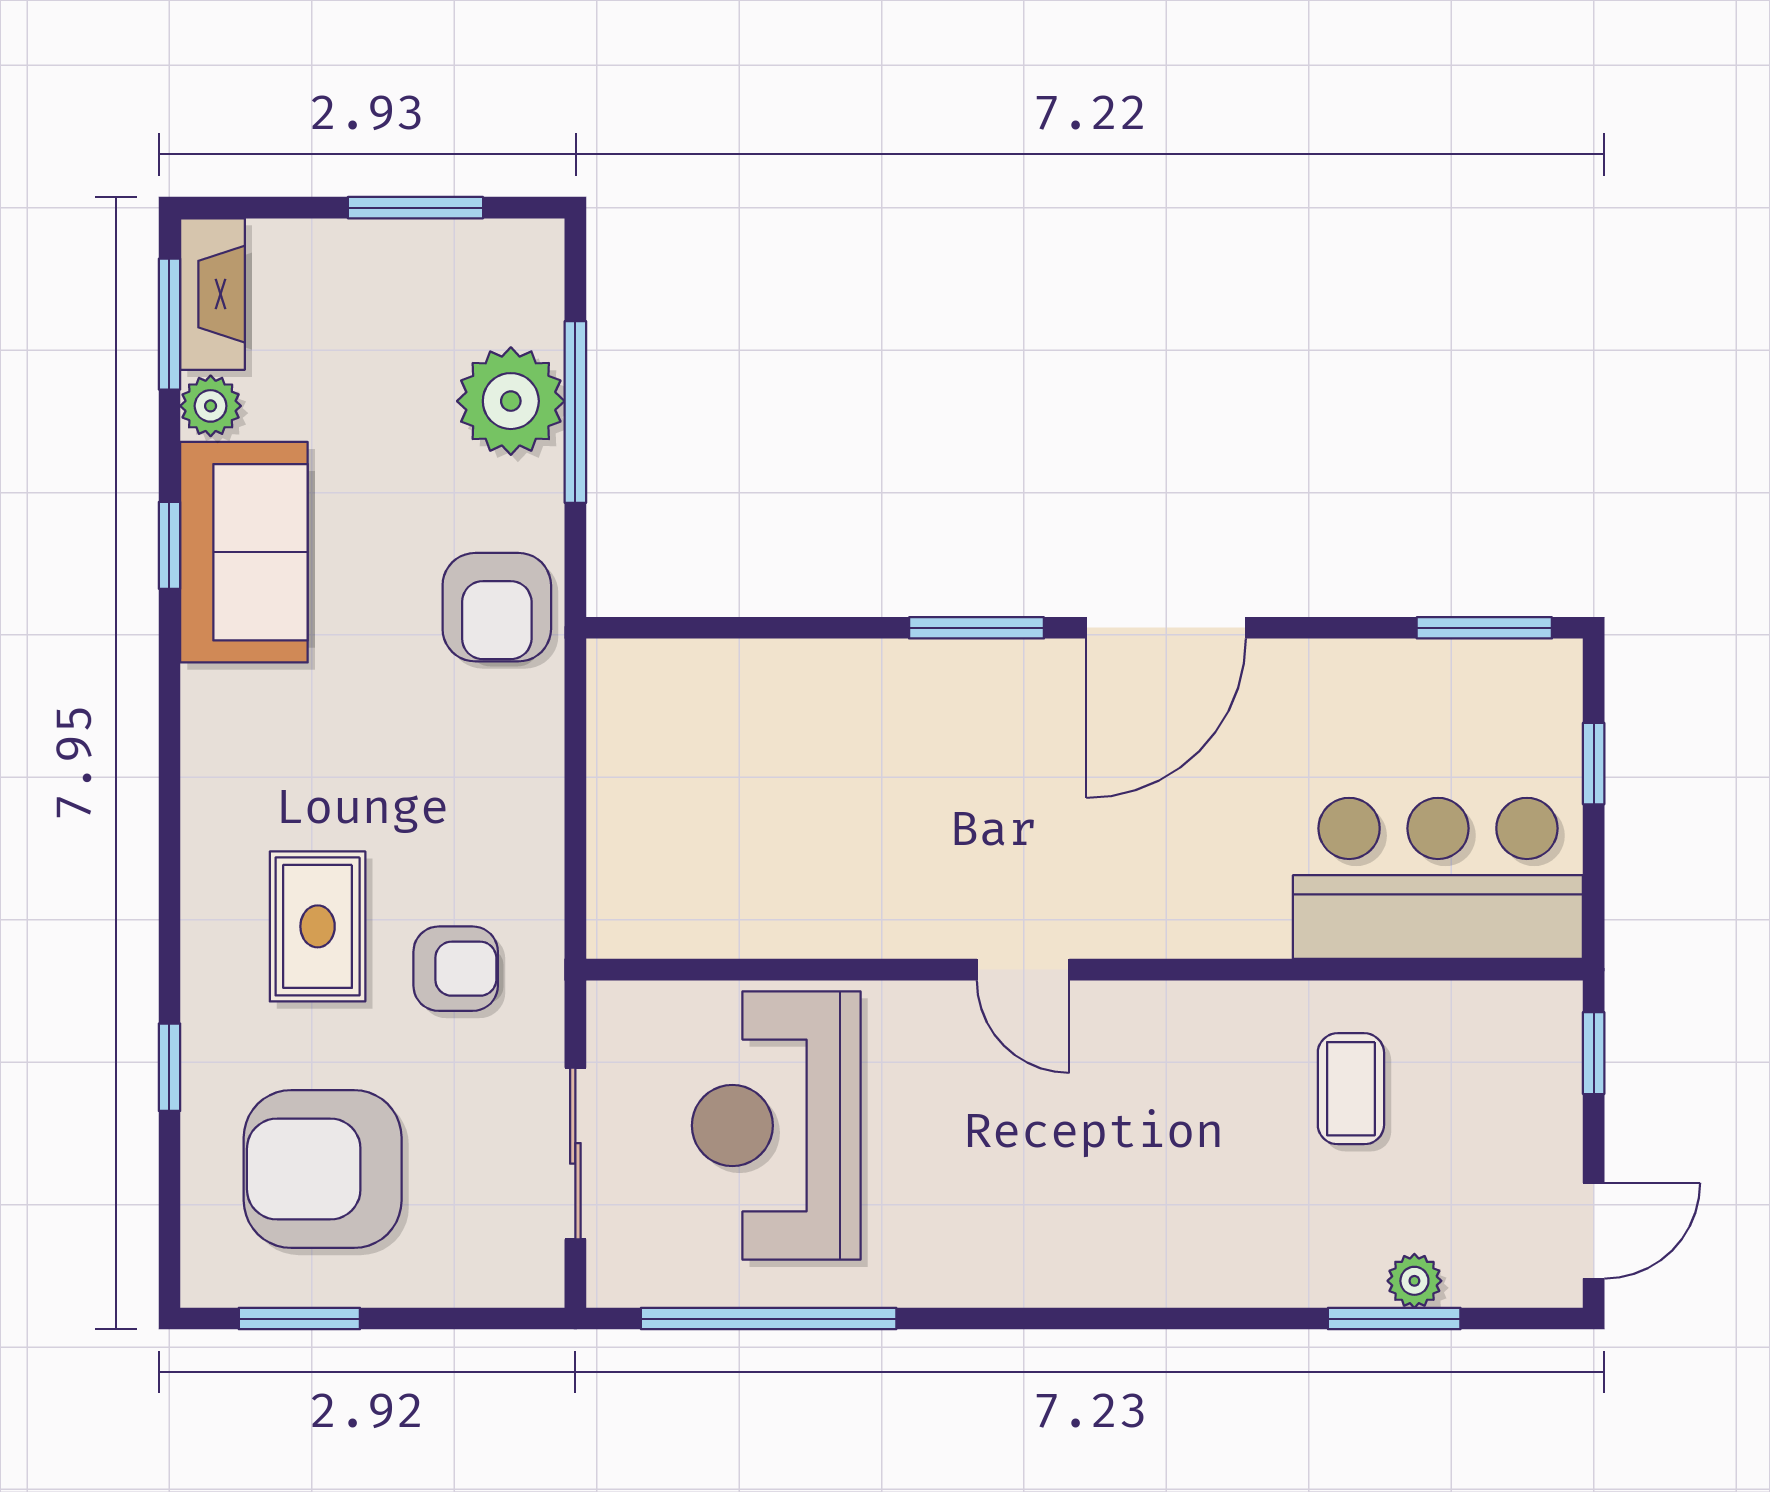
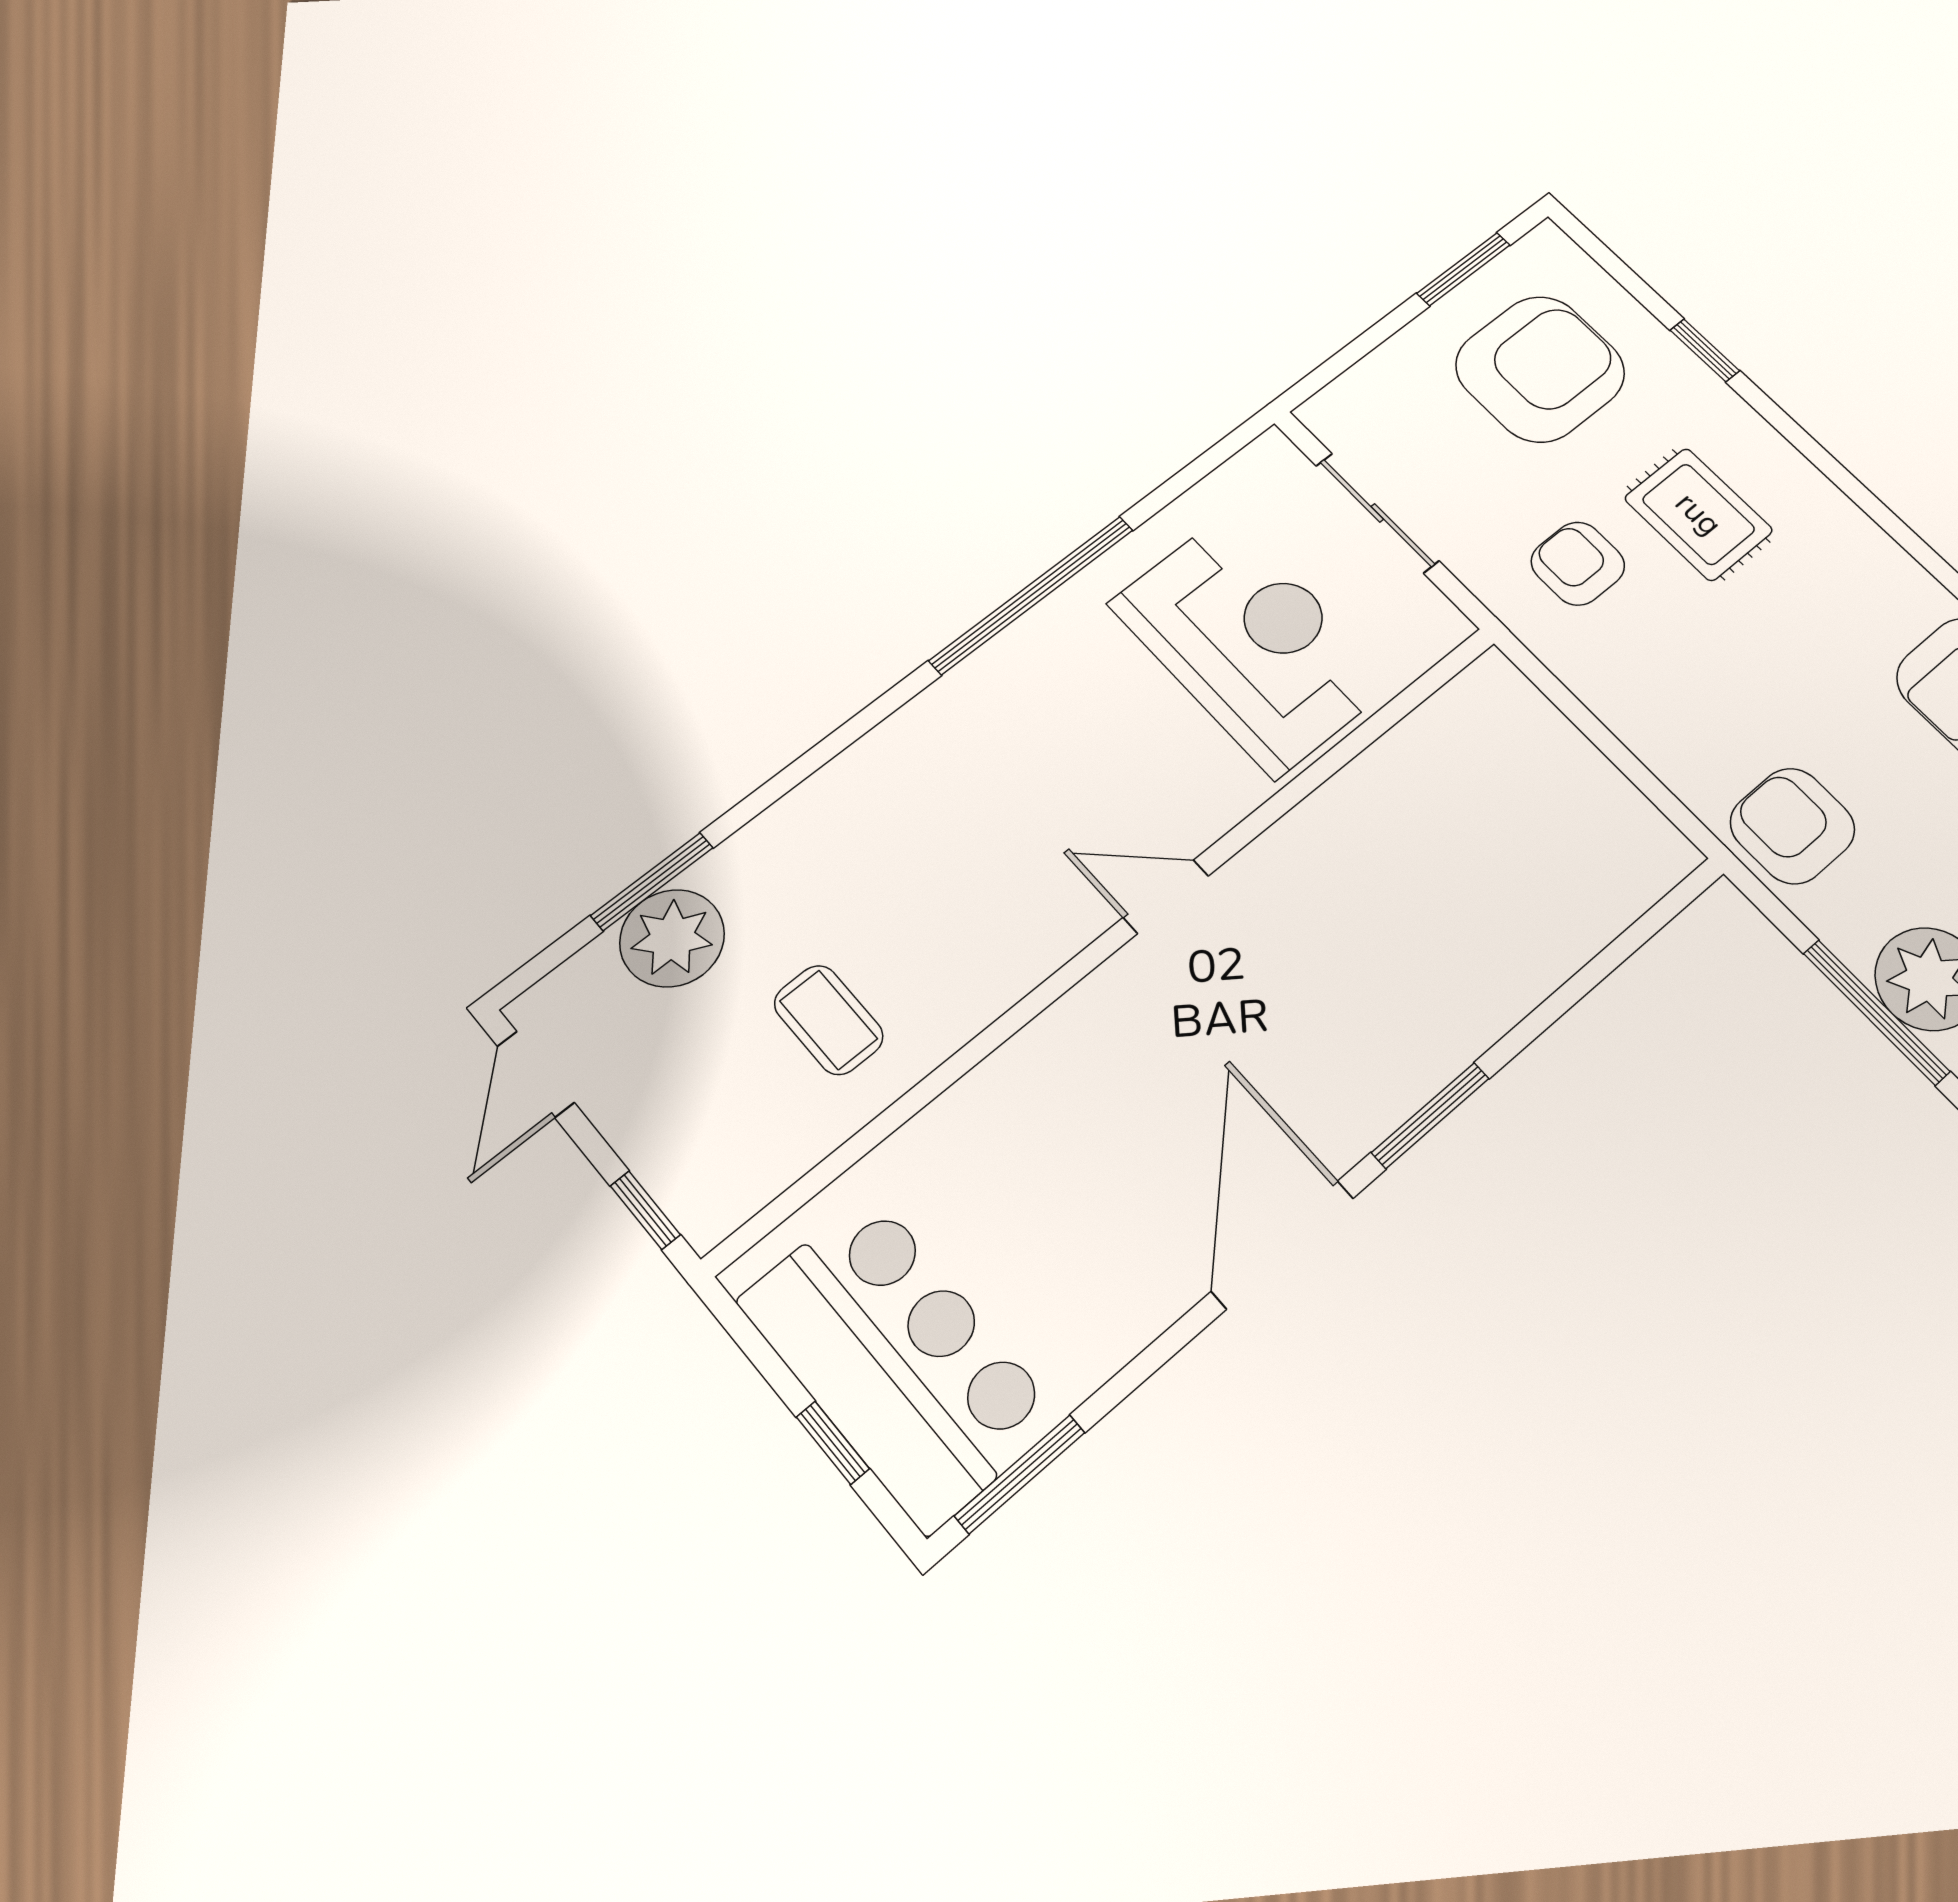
bar counter: (1438, 878) -> (899, 1360), moved, turned -90
armchair: (456, 969) -> (1578, 564), turned 90
plant: (1414, 1281) -> (672, 938), width x1.88, depth x1.88
window: (769, 1319) -> (1032, 595), moved

